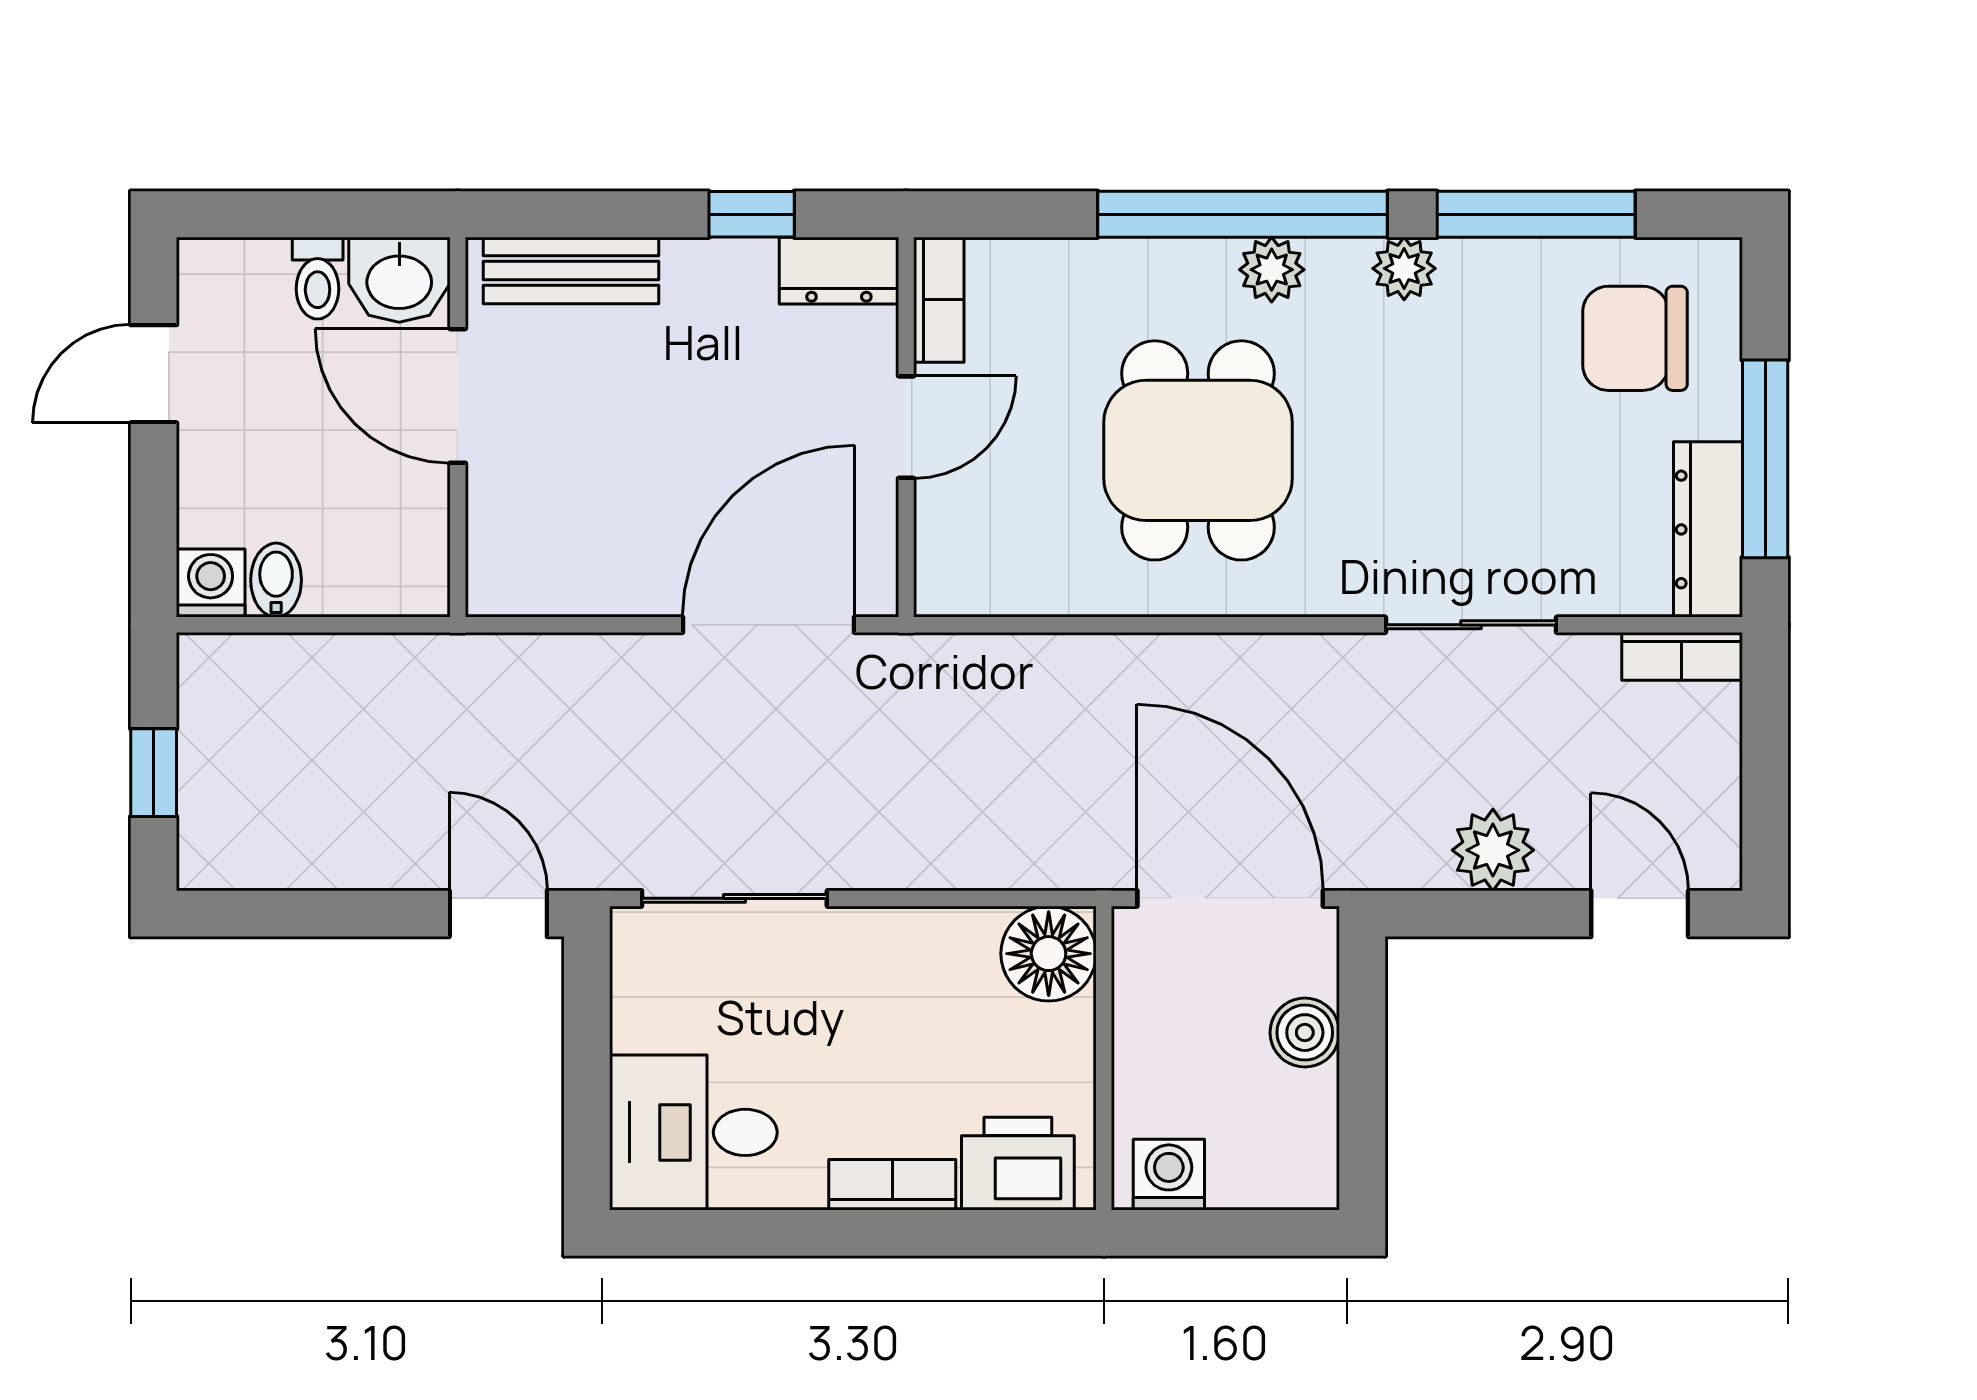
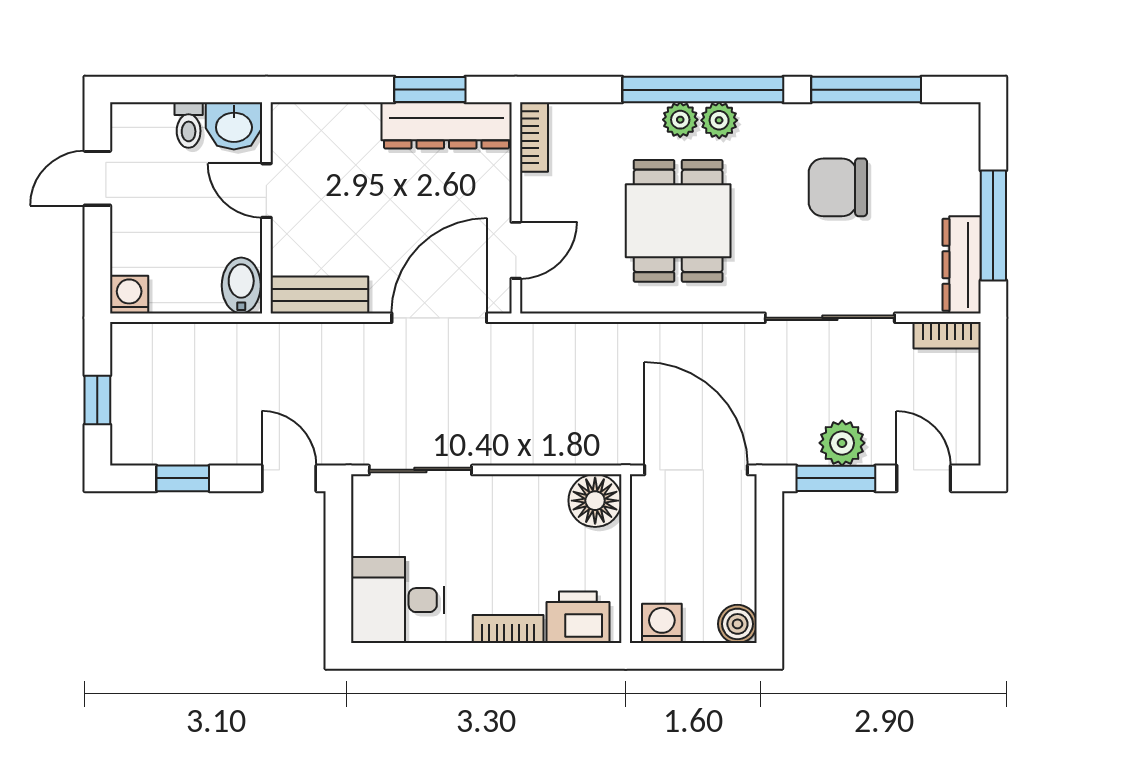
window: (752, 214) -> (430, 90), width x1.50
plant: (1404, 268) -> (680, 120), moved
bench: (571, 271) -> (319, 295), moved
dresser: (839, 271) -> (447, 125), width x1.96, depth x1.24
chair: (1635, 338) -> (838, 187), moved
door: (458, 396) -> (266, 191), width x0.73
door: (906, 427) -> (516, 250), moved
bidet: (276, 580) -> (241, 285), moved, width x1.38, depth x1.36
sliding door: (1471, 625) -> (830, 318), width x1.37
window: (307, 914) -> (183, 478), added
window: (1482, 914) -> (836, 478), added
boiler: (1305, 1033) -> (737, 624), moved

